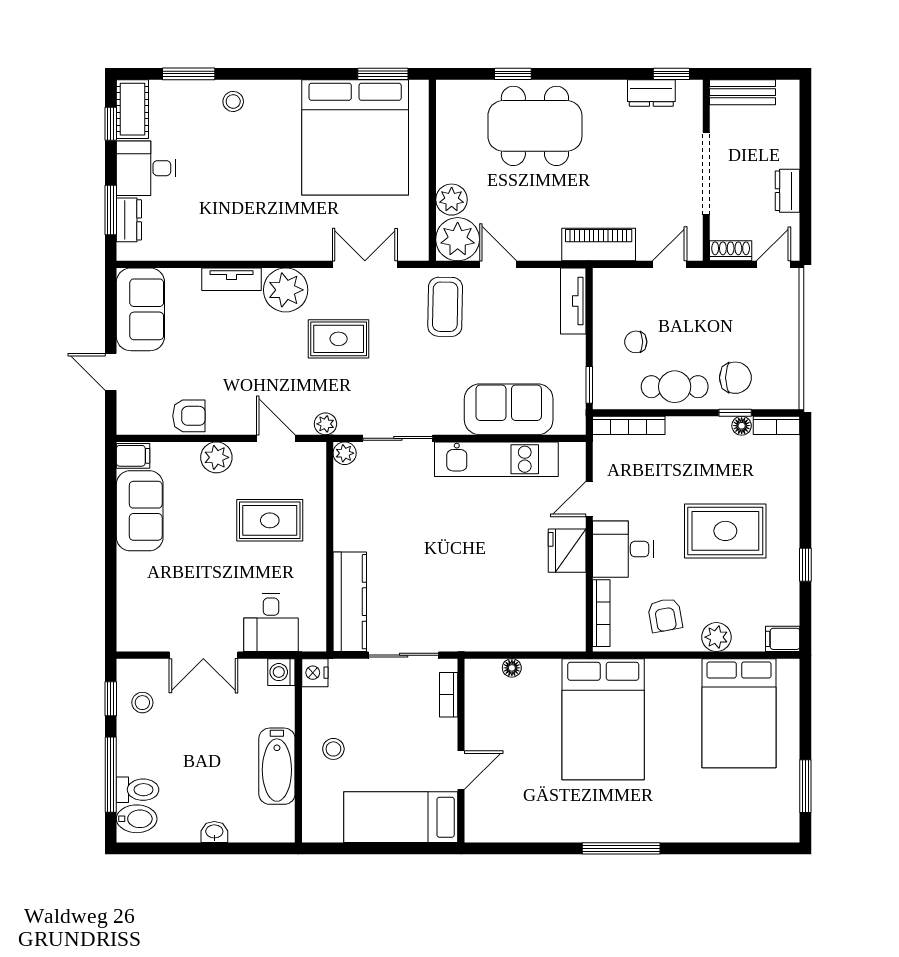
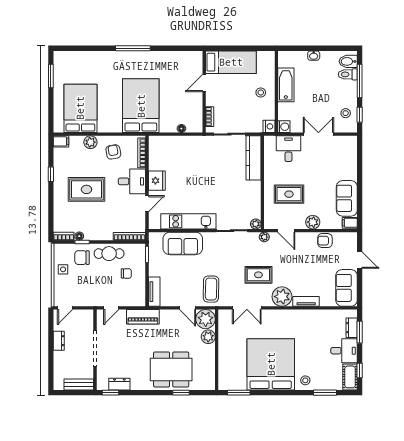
bed: (355, 137) -> (271, 364), moved
shoe rack: (731, 251) -> (84, 314), removed
side table: (778, 351) -> (63, 269), added

